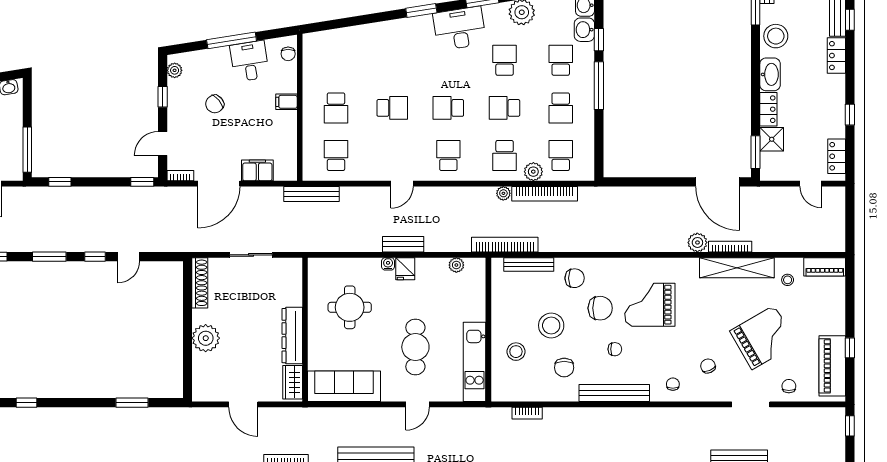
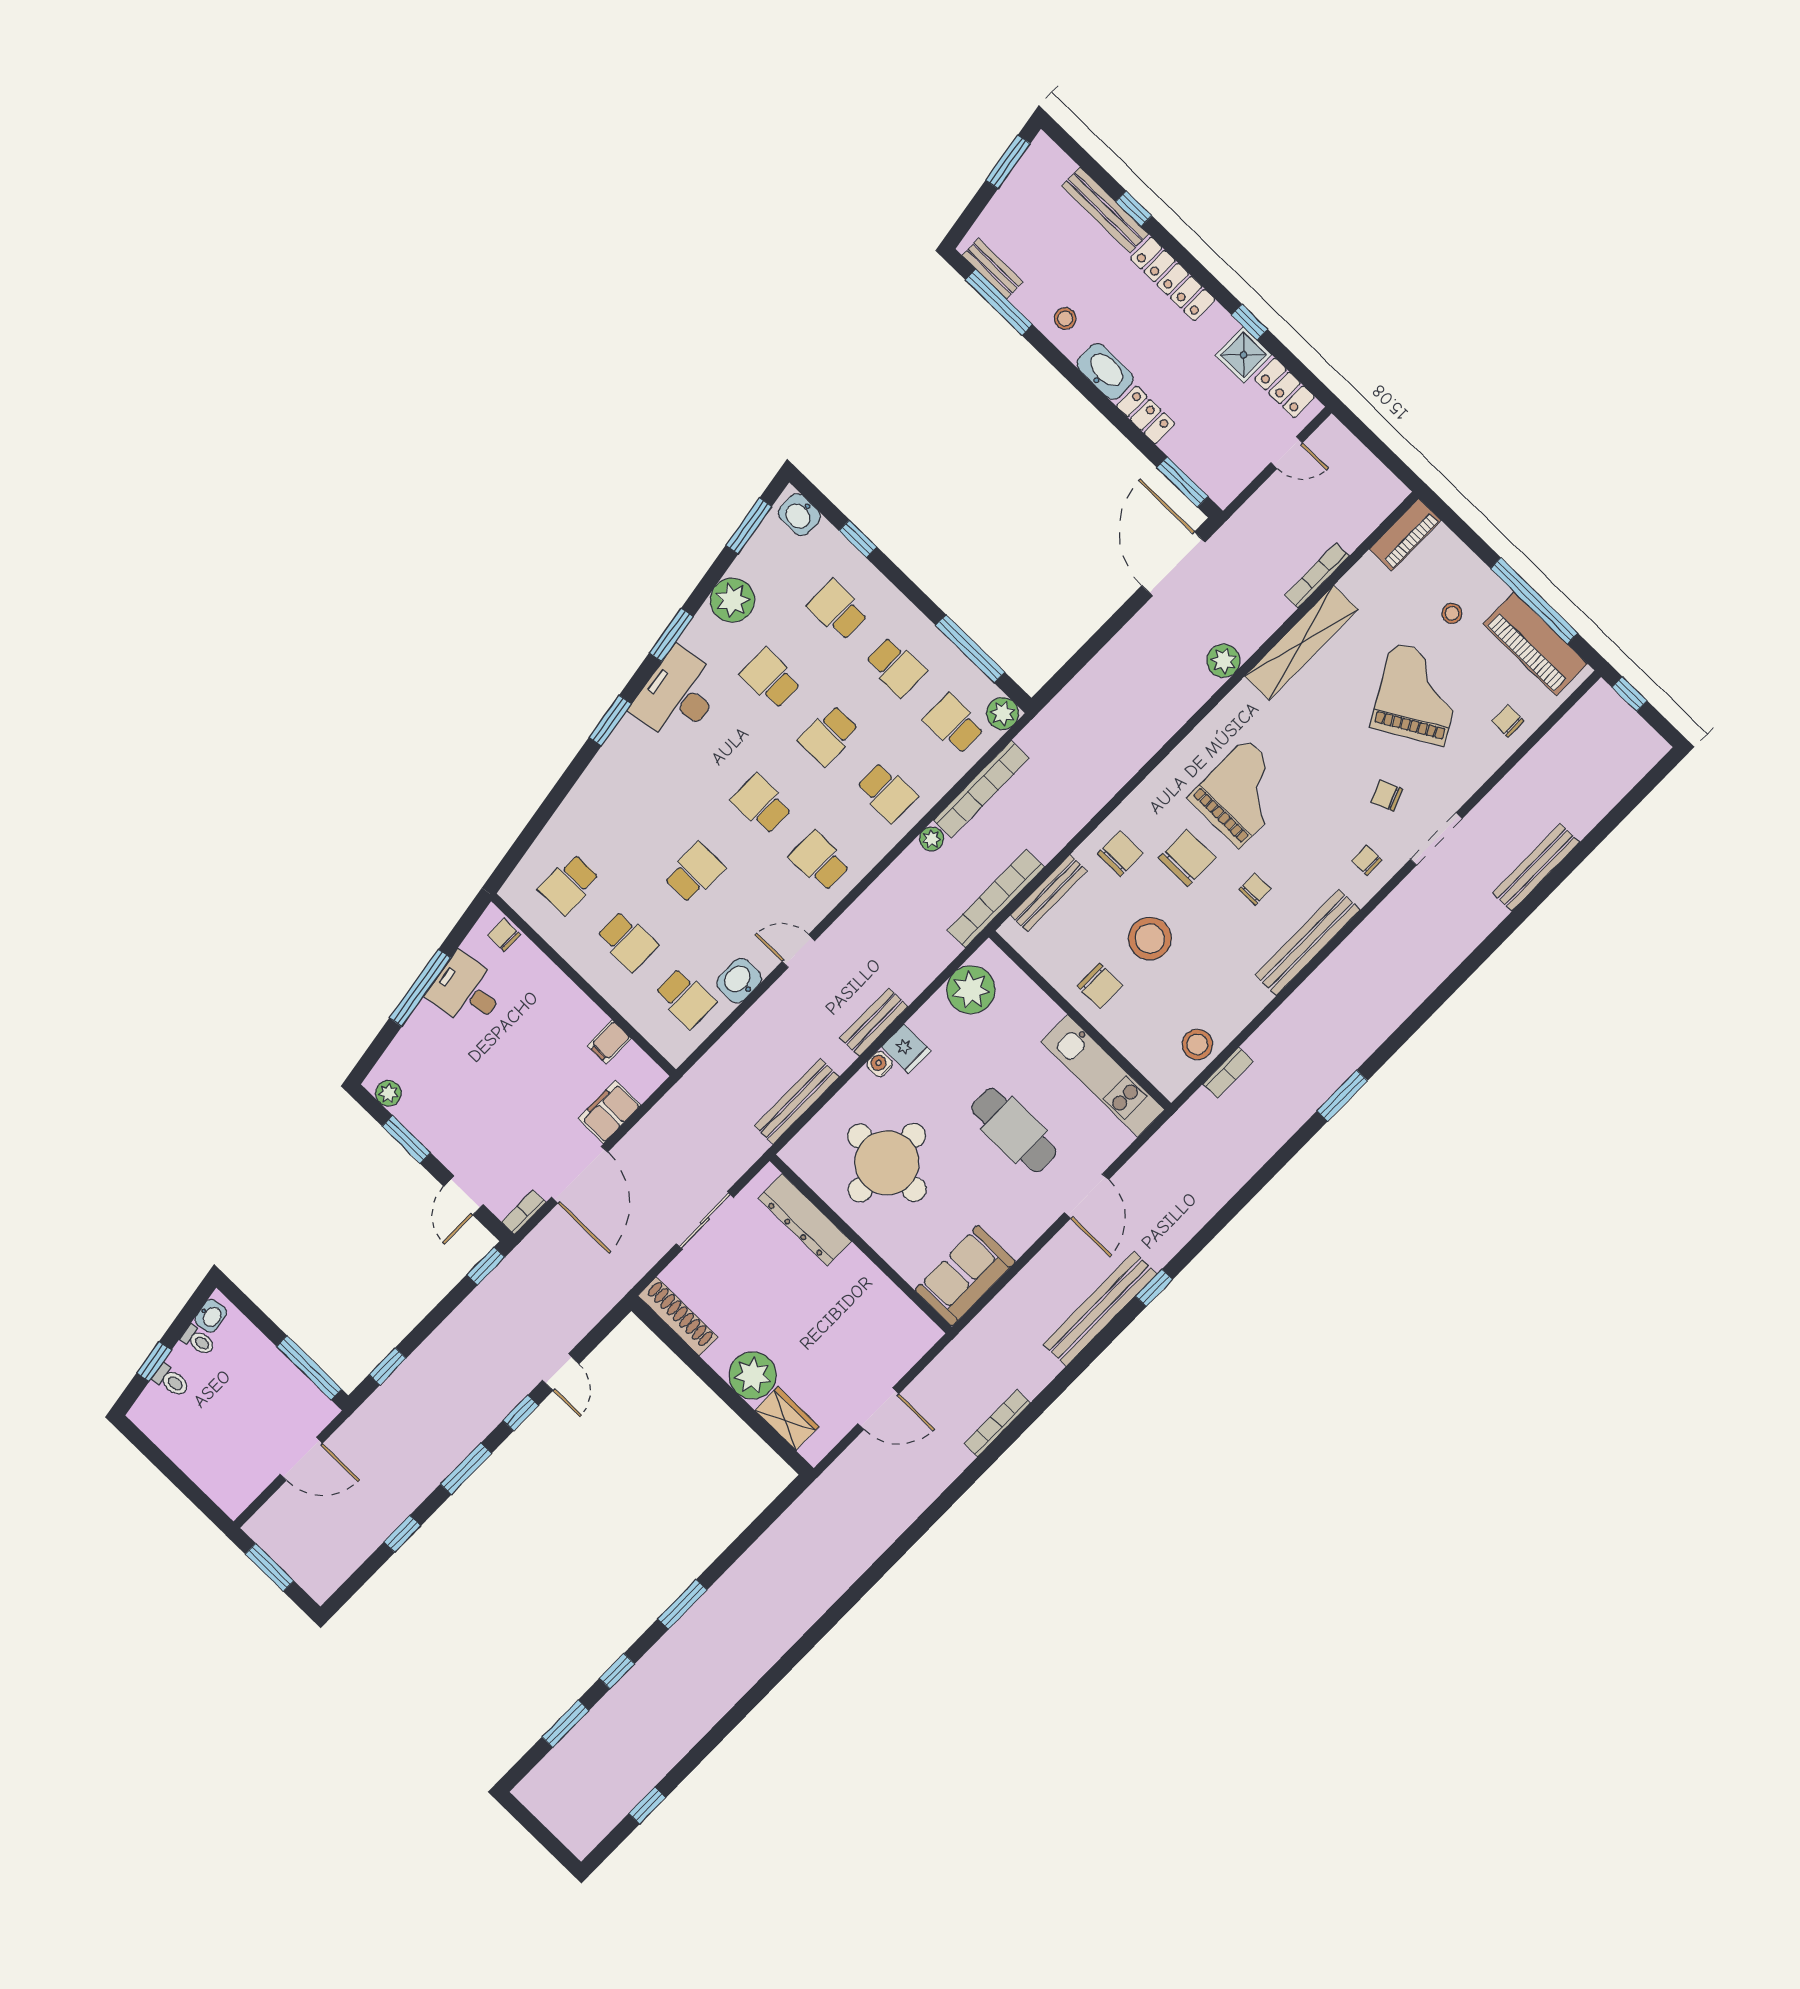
washbasin: (584, 30) -> (739, 981), moved, turned 90
stool: (776, 36) -> (1065, 319), width x0.53, depth x0.53
chair: (288, 54) -> (504, 935), turned 180
locker: (836, 56) -> (1173, 279), width x1.53
school desk: (336, 60) -> (569, 884), added
window: (599, 86) -> (970, 649), moved
window: (163, 97) -> (406, 1139), width x1.50
filing cabinet: (286, 102) -> (609, 1042), moved
chair: (215, 104) -> (477, 1084), removed
school desk: (448, 108) -> (761, 804), turned 90
shower: (772, 139) -> (1244, 355), moved
school desk: (336, 156) -> (685, 998), turned 180
plant: (533, 172) -> (1003, 713), moved
door: (718, 182) -> (1173, 564), swing flipped
door: (402, 184) -> (798, 951), swing flipped
bench: (312, 194) -> (797, 1101), moved
bookcase: (730, 247) -> (1317, 576), moved
plant: (456, 265) -> (971, 990), width x1.88, depth x1.88
stool: (788, 280) -> (1452, 613), moved
grand piano: (650, 305) -> (1242, 793), turned 180
round table: (350, 307) -> (887, 1163), width x1.36, depth x1.36
dresser: (292, 336) -> (805, 1220), moved
window: (850, 348) -> (1534, 601), width x3.17
stool: (516, 352) -> (1197, 1044), moved
chair: (564, 368) -> (1100, 986), moved
wardrobe: (293, 382) -> (787, 1419), moved, turned 180
sofa: (344, 386) -> (965, 1276), width x0.73
window: (132, 403) -> (682, 1604), moved
door: (418, 404) -> (1087, 1196), width x1.38
doorway: (751, 404) -> (1436, 839), moved

